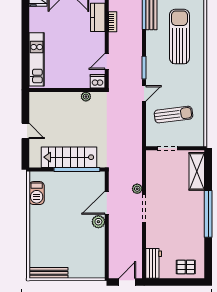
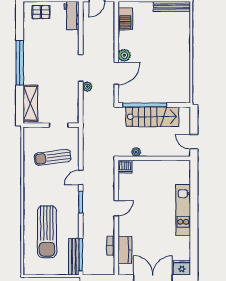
dishwasher: (98, 81) -> (125, 167), moved
wall: (67, 90) -> (154, 158), moved
plant: (86, 97) -> (136, 152), moved
barbecue: (37, 193) -> (125, 19), moved, turned 180

